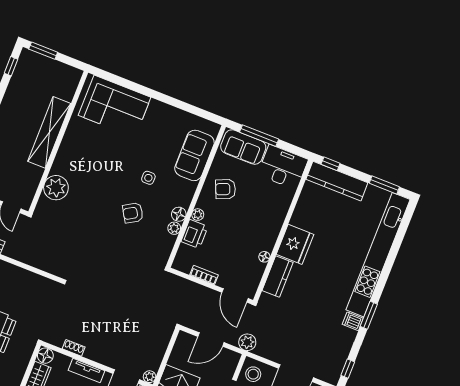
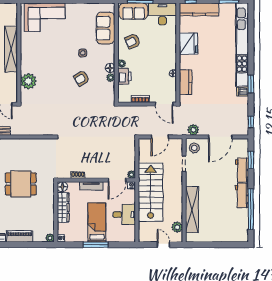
fridge: (295, 244) -> (189, 44), moved
plant: (247, 342) -> (193, 130), moved

